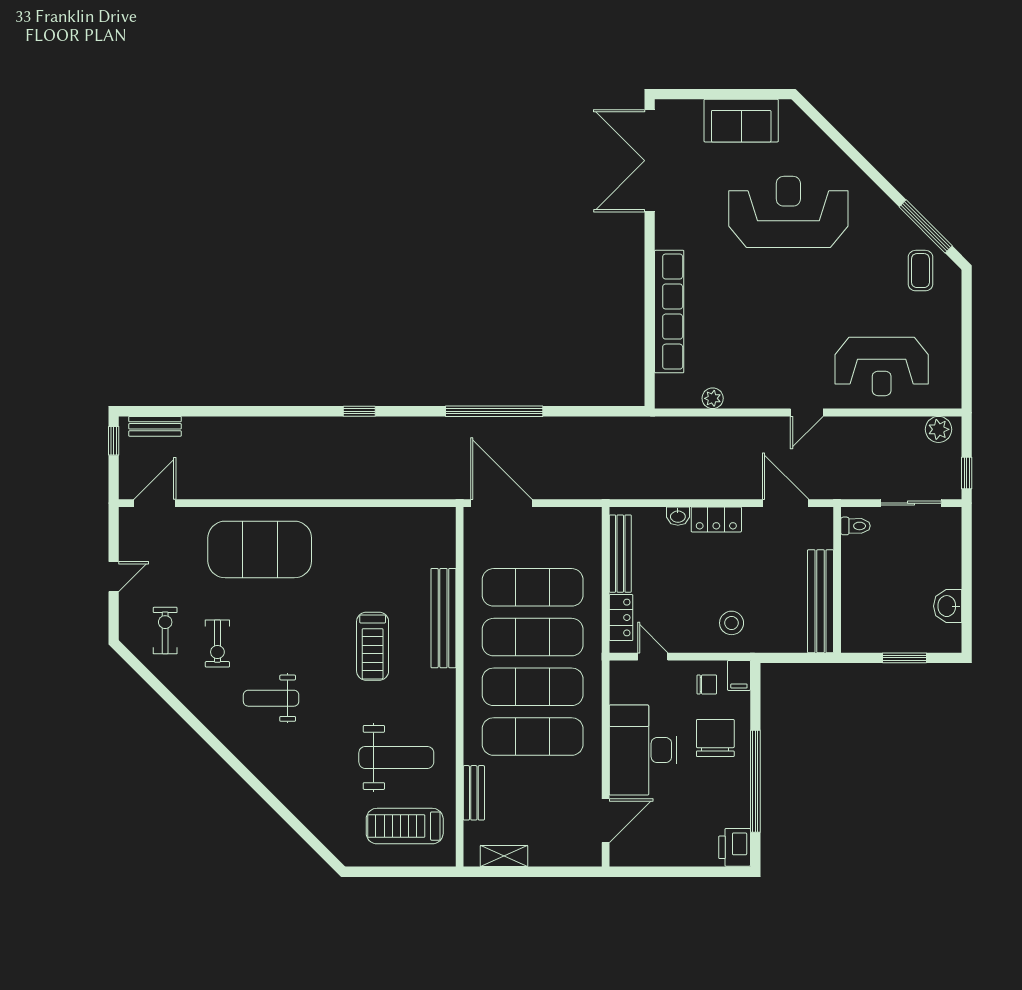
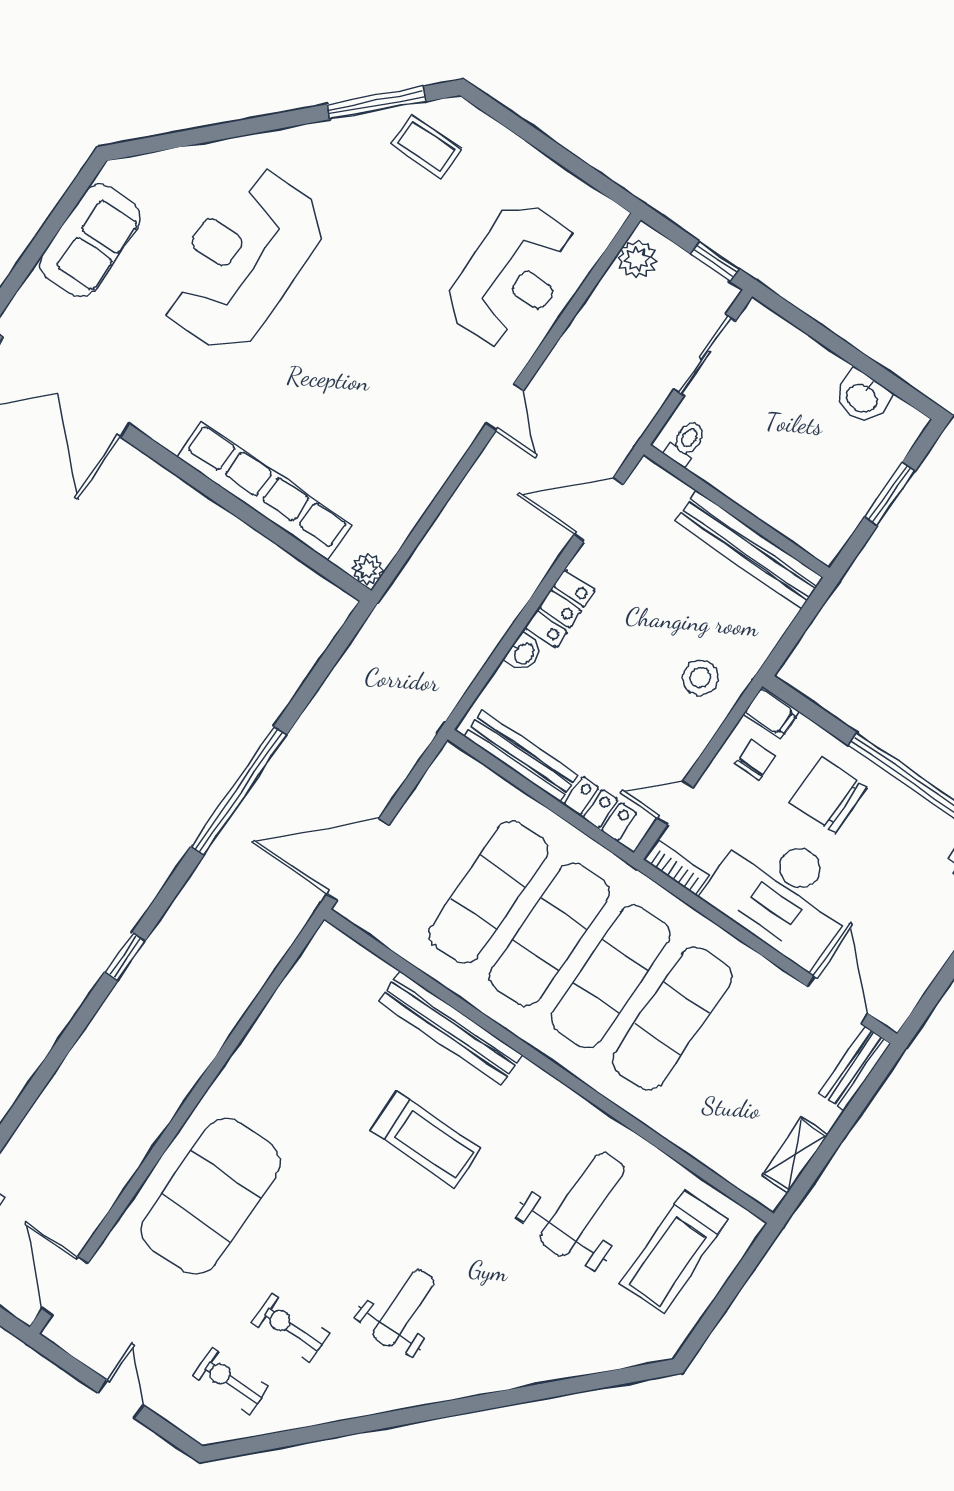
plant: (713, 398) -> (368, 569), moved
exercise bike: (217, 643) -> (291, 1328), turned 180
bookcase: (618, 682) -> (677, 867), added
weight bench: (271, 698) -> (403, 1308), turned 180
bench: (474, 793) -> (855, 1068), moved, turned 90

